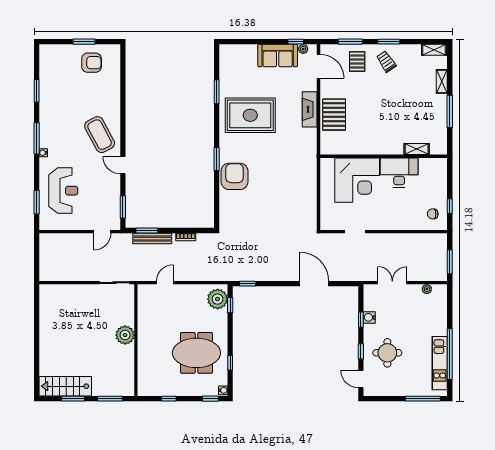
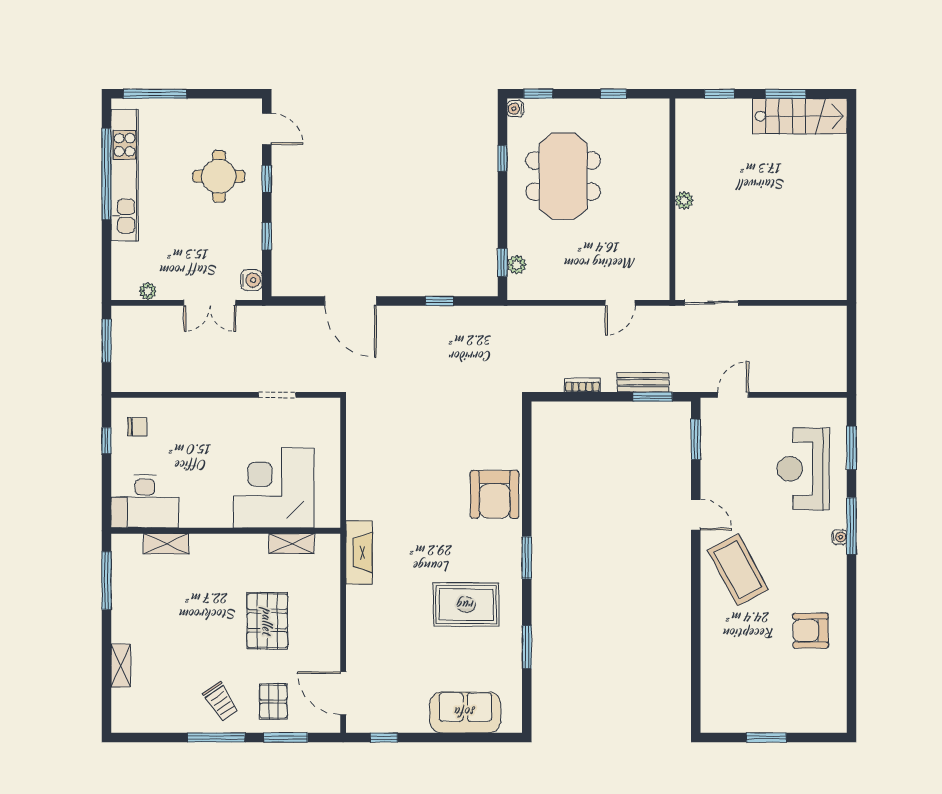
window: (389, 42) -> (216, 738), width x1.44
plant: (303, 49) -> (371, 724), removed
shelving: (434, 50) -> (292, 544), moved
sofa: (278, 56) -> (465, 712), moved
armchair: (92, 63) -> (811, 631), moved
window: (37, 91) -> (851, 649), removed
fireplace: (310, 109) -> (359, 552), moved
window: (450, 111) -> (106, 581), moved
rug: (250, 115) -> (466, 605), width x0.73, depth x0.69
pallet: (334, 115) -> (267, 621), moved
window: (37, 138) -> (851, 526), moved
window: (217, 159) -> (527, 558), moved
desk: (399, 173) -> (145, 501), moved
bench: (152, 239) -> (643, 382), width x0.73
window: (248, 284) -> (440, 301), moved
plant: (218, 299) -> (517, 265), width x0.53, depth x0.53
water cooler: (369, 317) -> (251, 280), moved
plant: (125, 335) -> (684, 200), width x0.53, depth x0.53
meeting table: (196, 353) -> (563, 176), turned 90
kitchen unit: (440, 363) -> (125, 175), width x1.36
window: (110, 399) -> (719, 94), width x0.67

